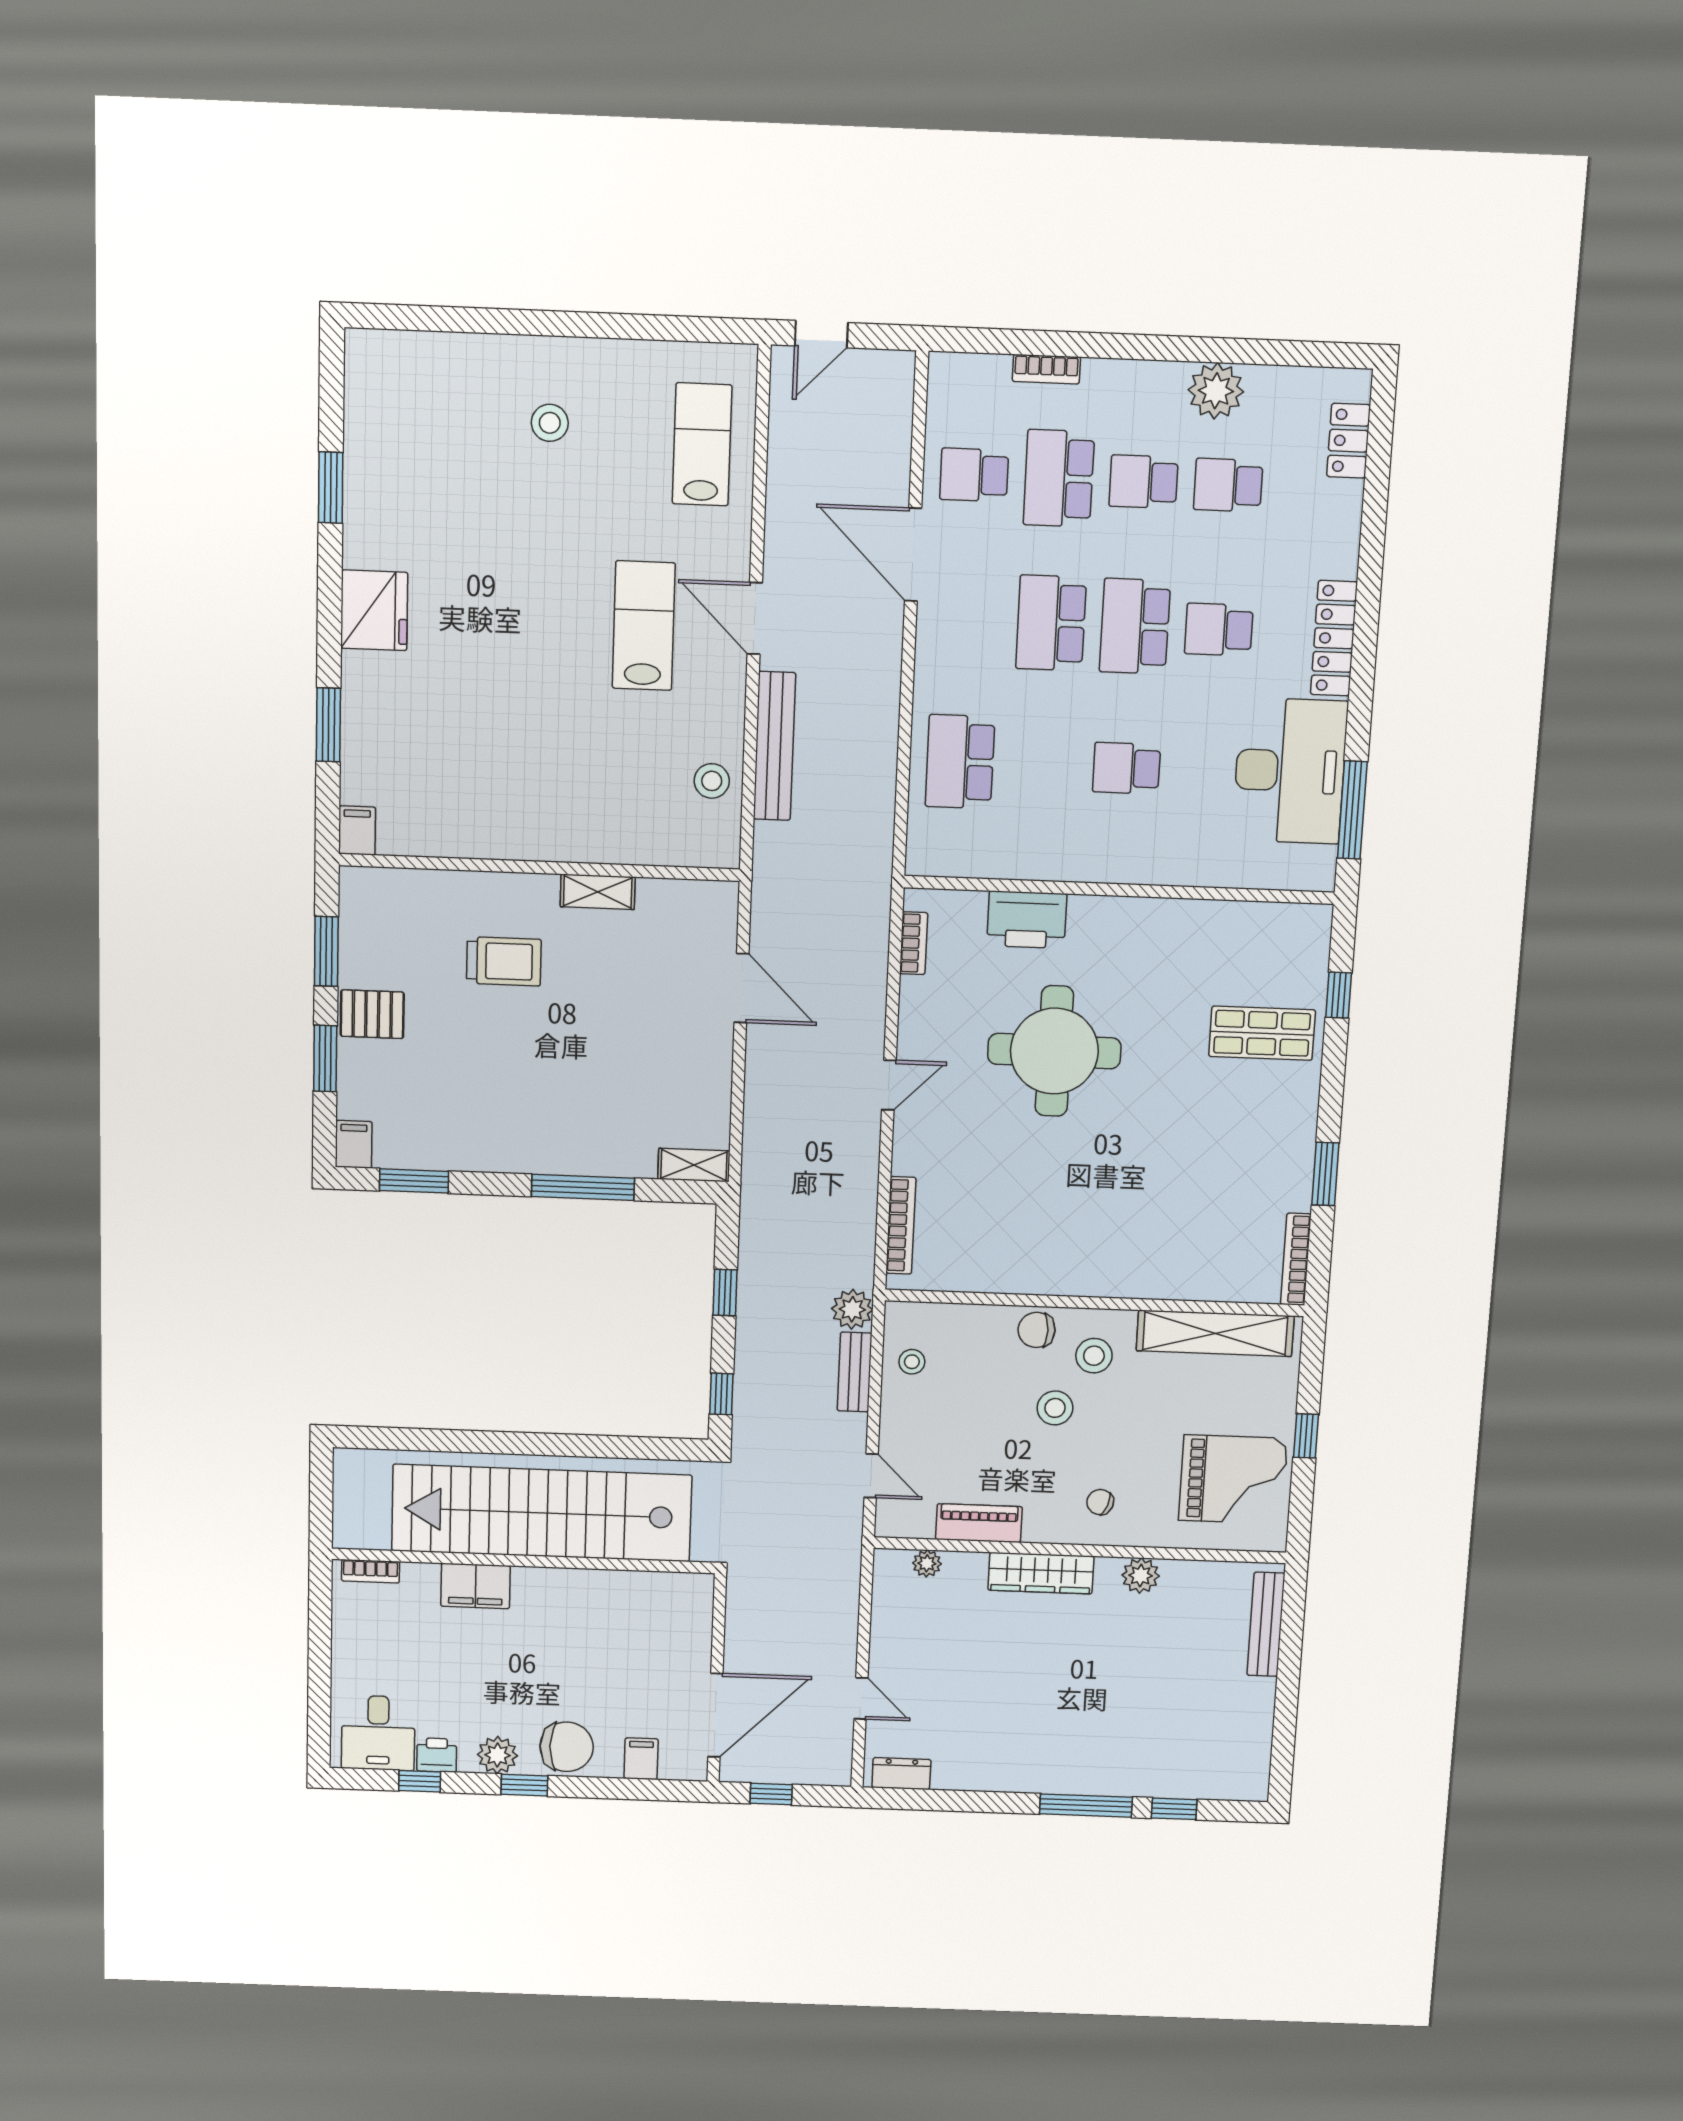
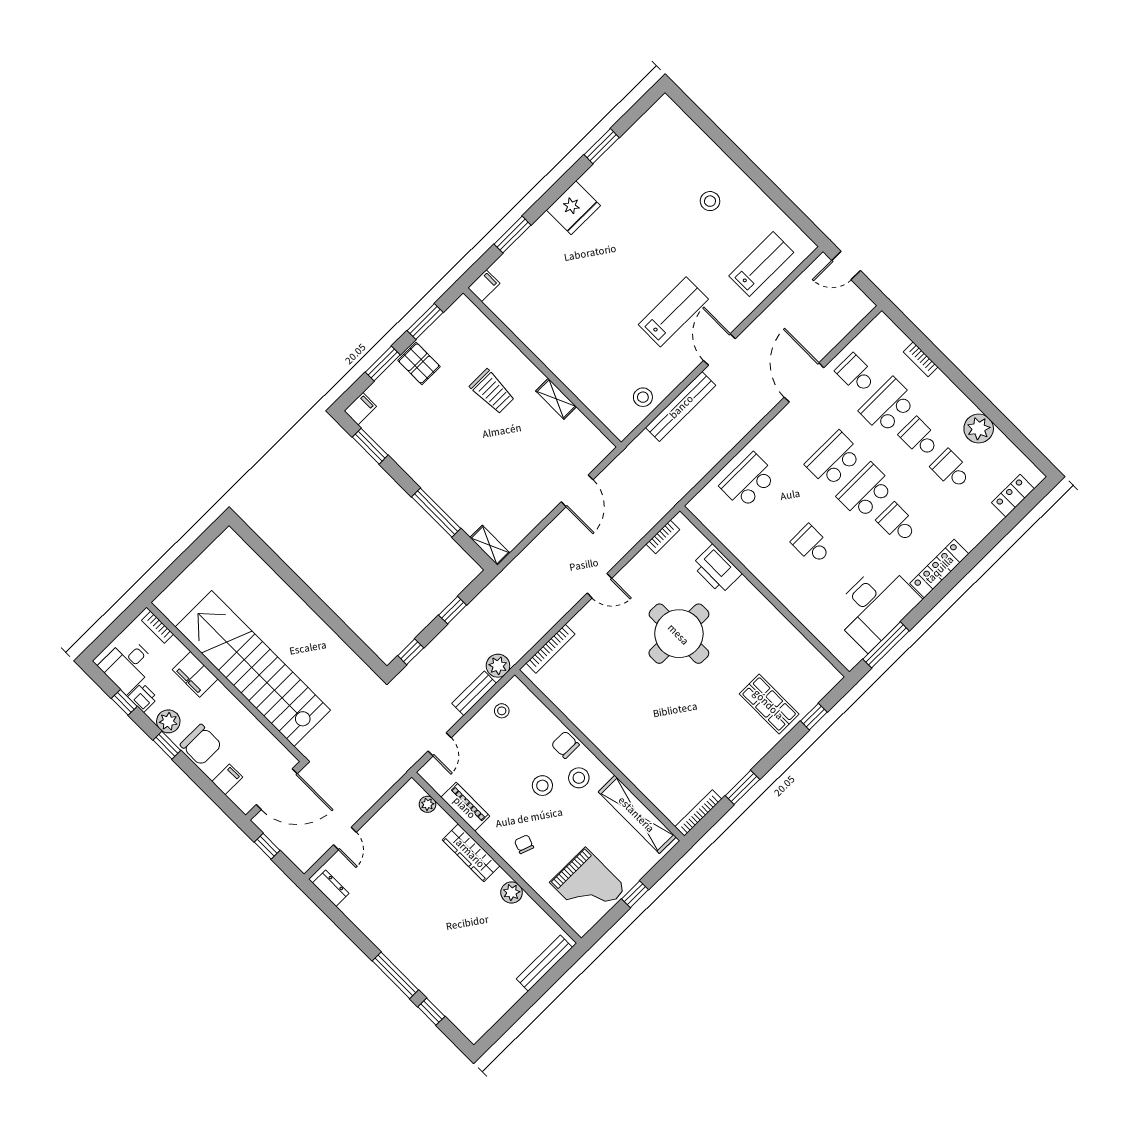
stairs: (542, 1513) -> (253, 668), moved
wall: (523, 1561) -> (225, 682), moved
bookcase: (370, 1571) -> (158, 627), moved
filing cabinet: (475, 1586) -> (195, 674), moved

